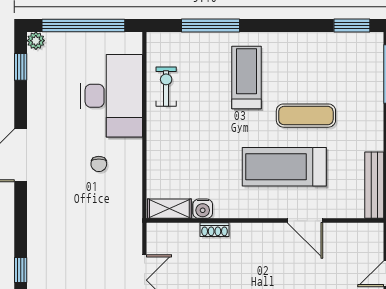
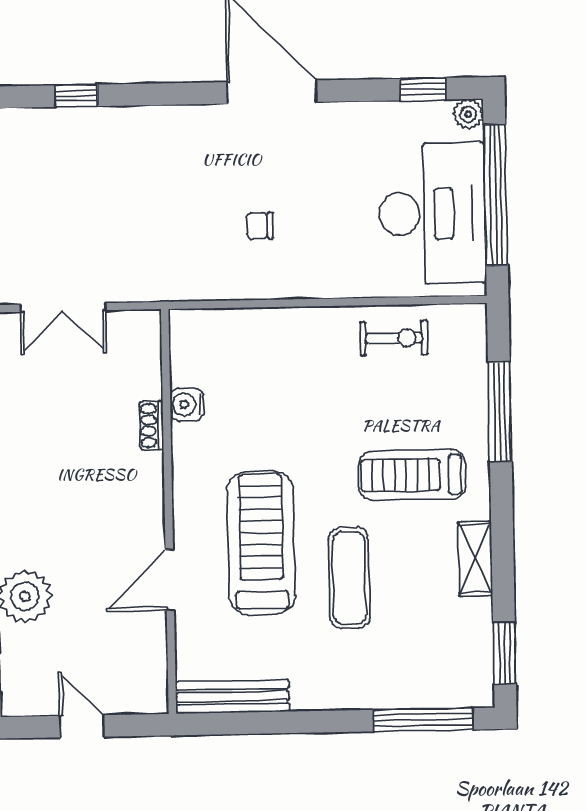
treadmill: (247, 77) -> (412, 475), turned 180
desk: (111, 96) -> (432, 213), moved, turned -90
shelving: (169, 209) -> (475, 559), moved

